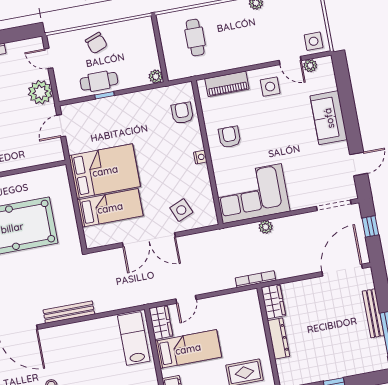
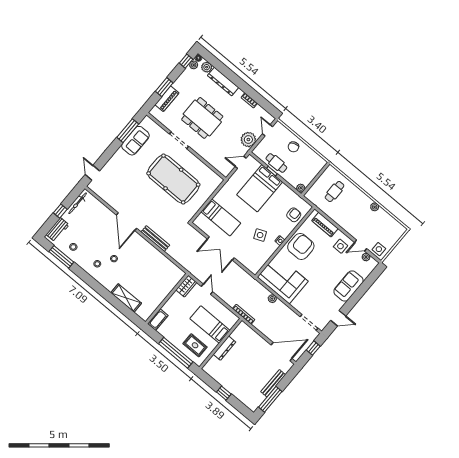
door: (290, 61) -> (361, 246), hinge flipped
armchair: (229, 137) -> (301, 246), width x1.88, depth x1.88
bed: (105, 171) -> (260, 188), moved, turned 90
side table: (181, 210) -> (260, 235), moved
door: (186, 299) -> (207, 289), swing flipped
wardrobe: (273, 301) -> (240, 331), removed
lab bench: (134, 338) -> (168, 280), removed
bed: (188, 349) -> (210, 324), moved, turned 180

